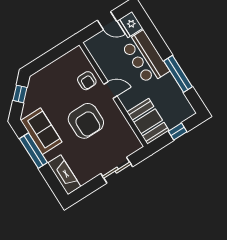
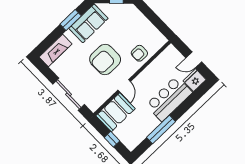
door: (107, 21) -> (194, 60), hinge flipped
door: (110, 90) -> (124, 86), moved
window: (33, 151) -> (71, 20), width x0.69
sliding door: (117, 170) -> (69, 94), width x1.37

